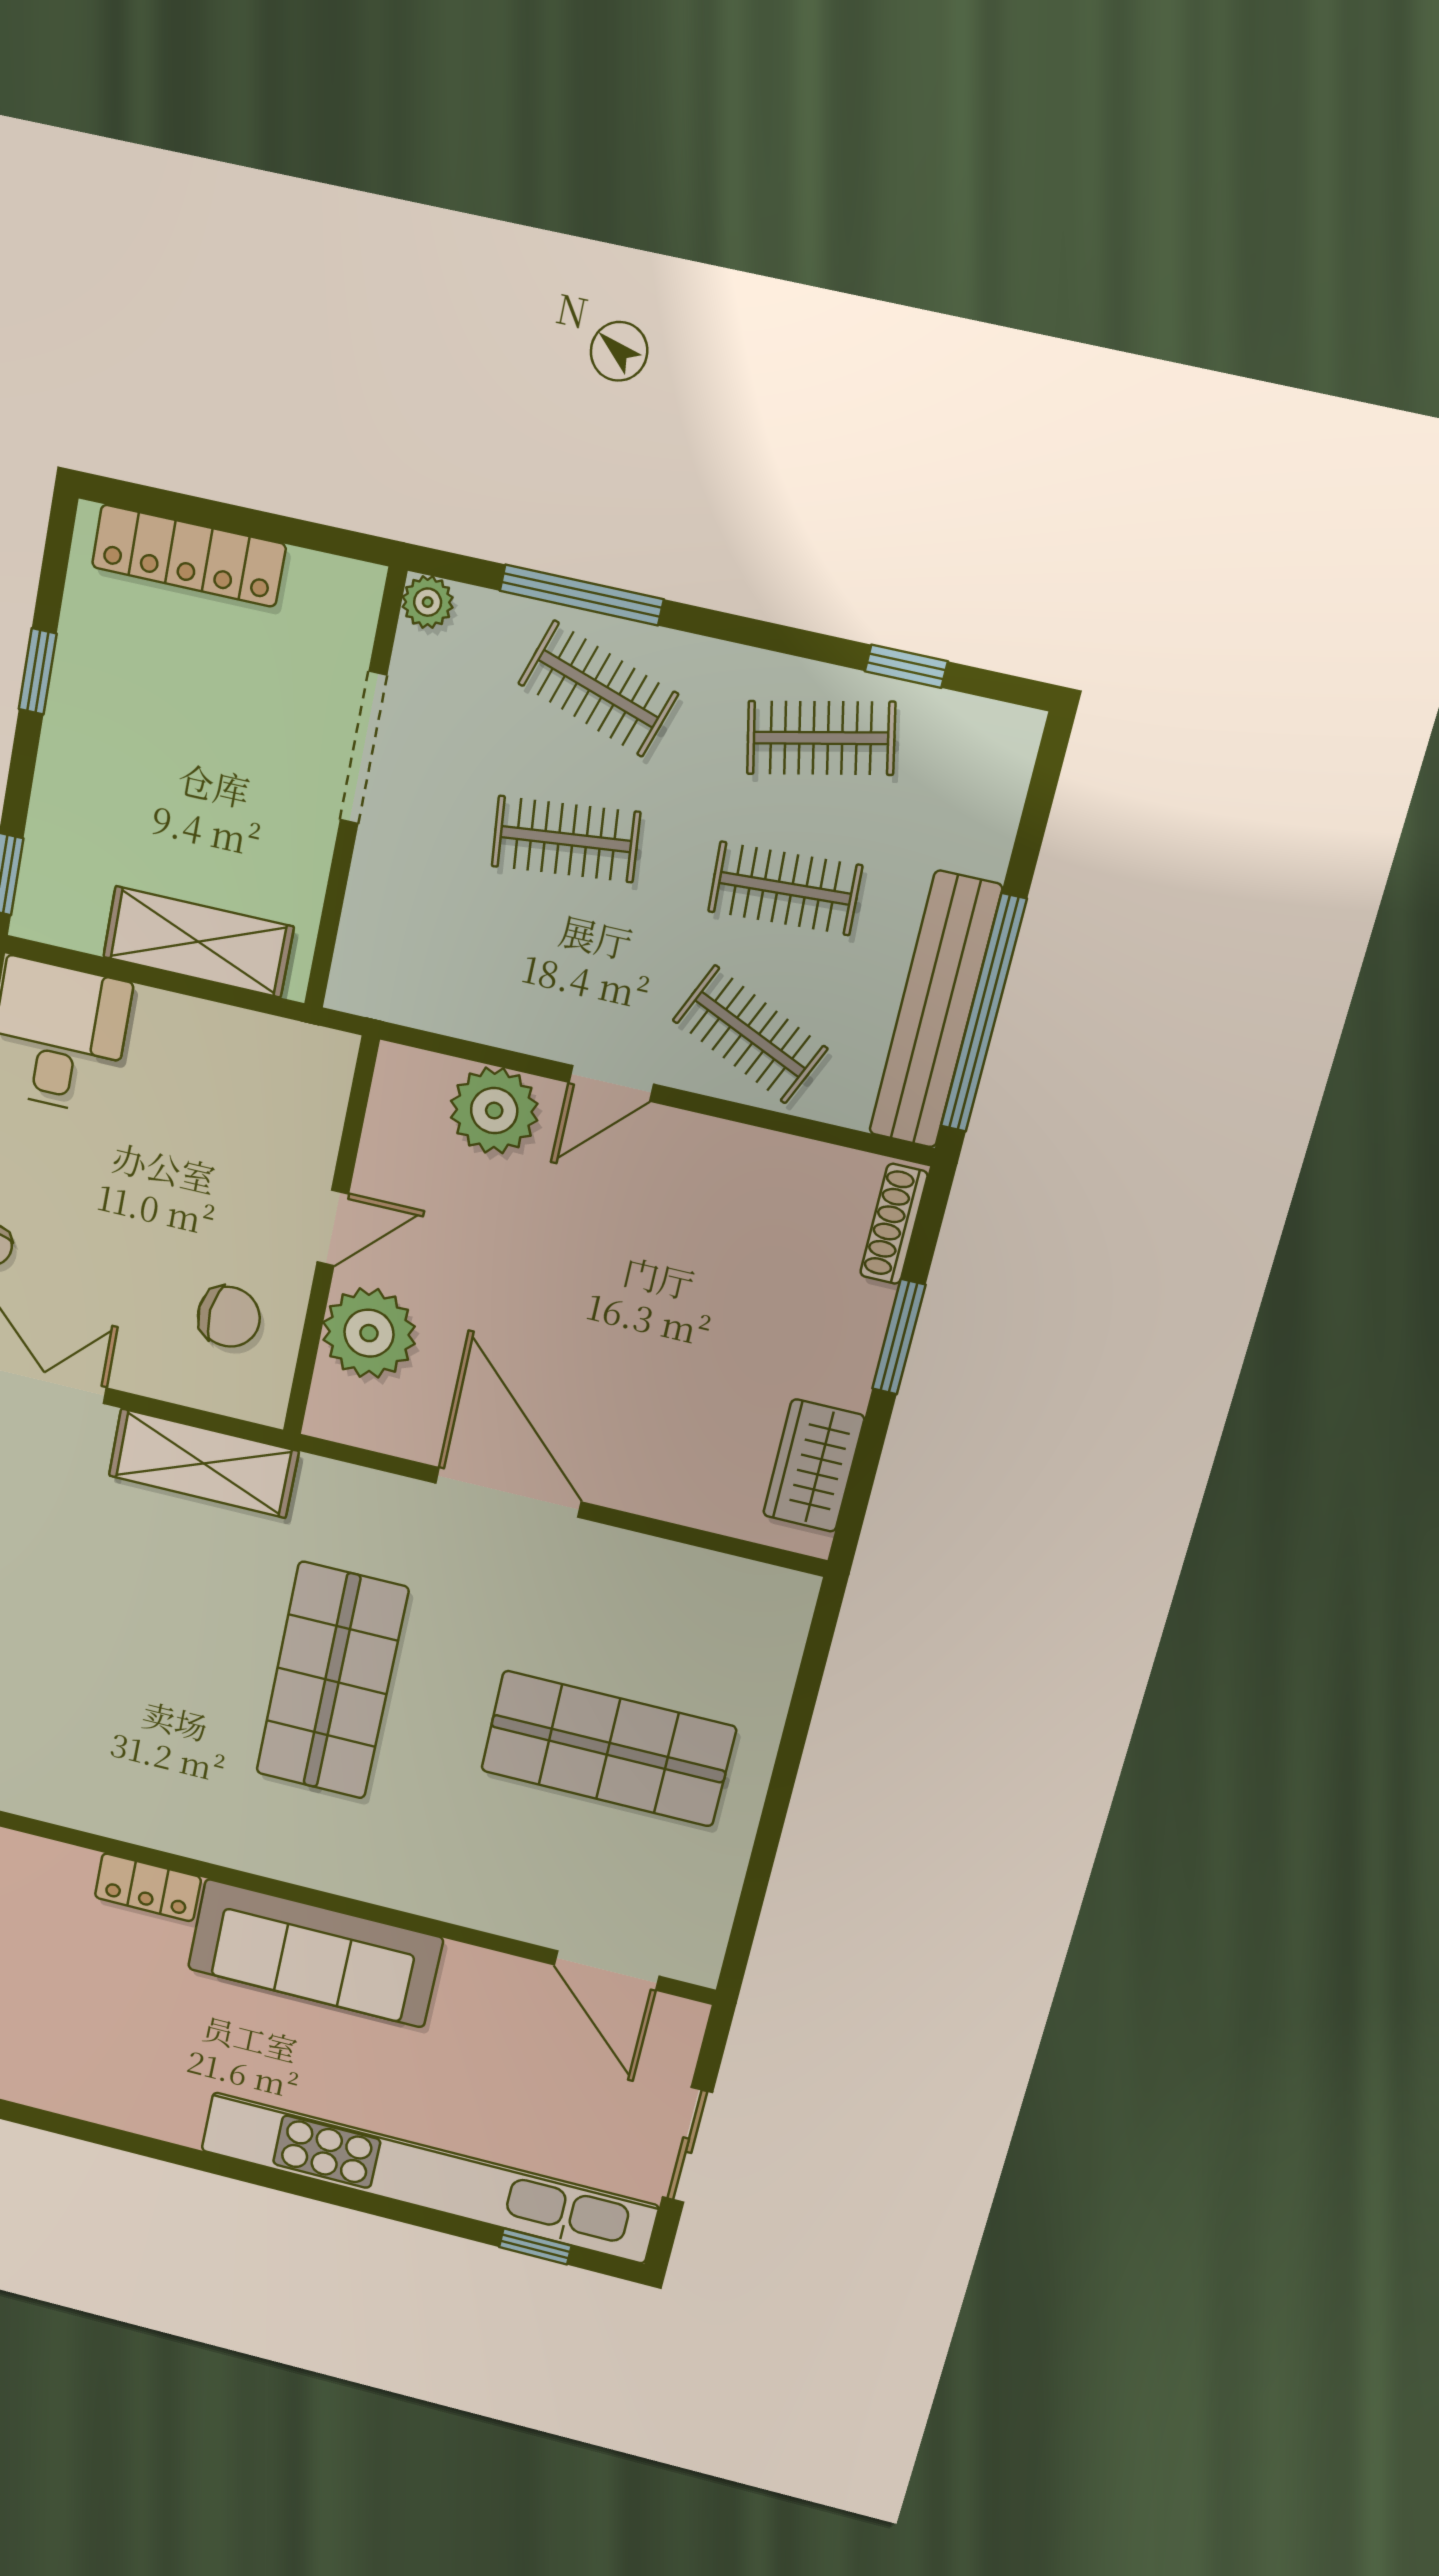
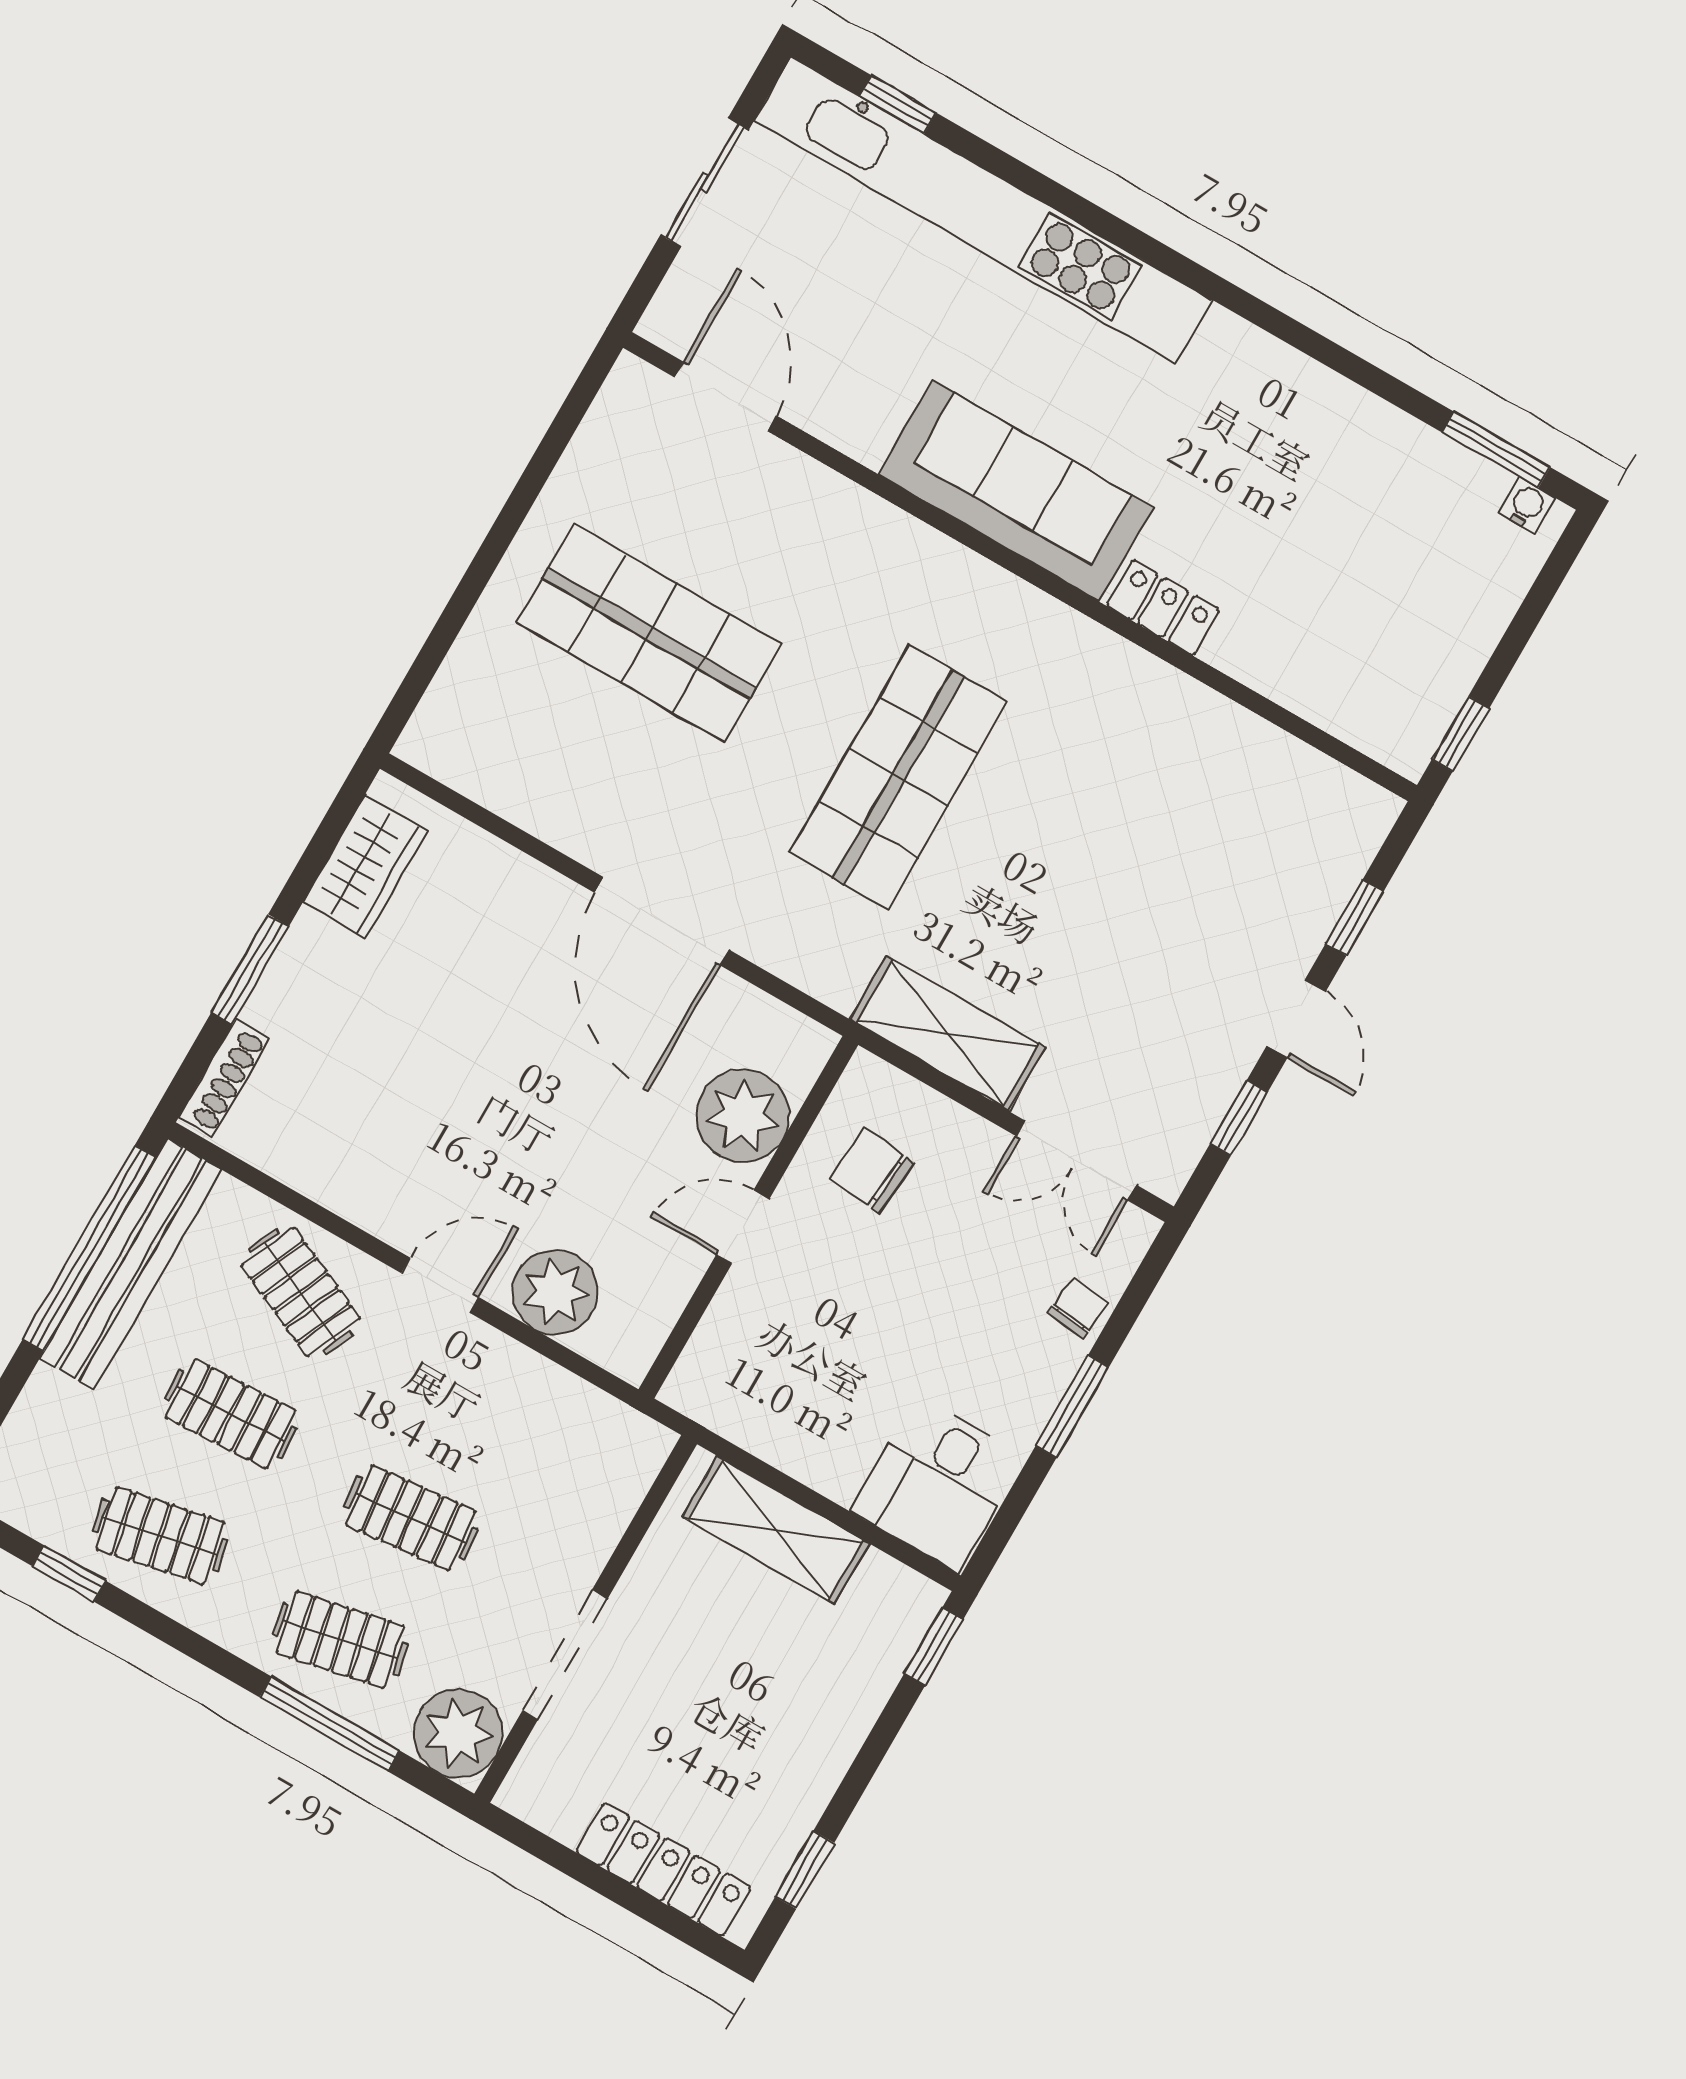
plant: (428, 602) -> (458, 1733), width x1.87, depth x1.87
window: (38, 671) -> (805, 1870), moved
clothes rail: (598, 689) -> (340, 1640), turned -30

